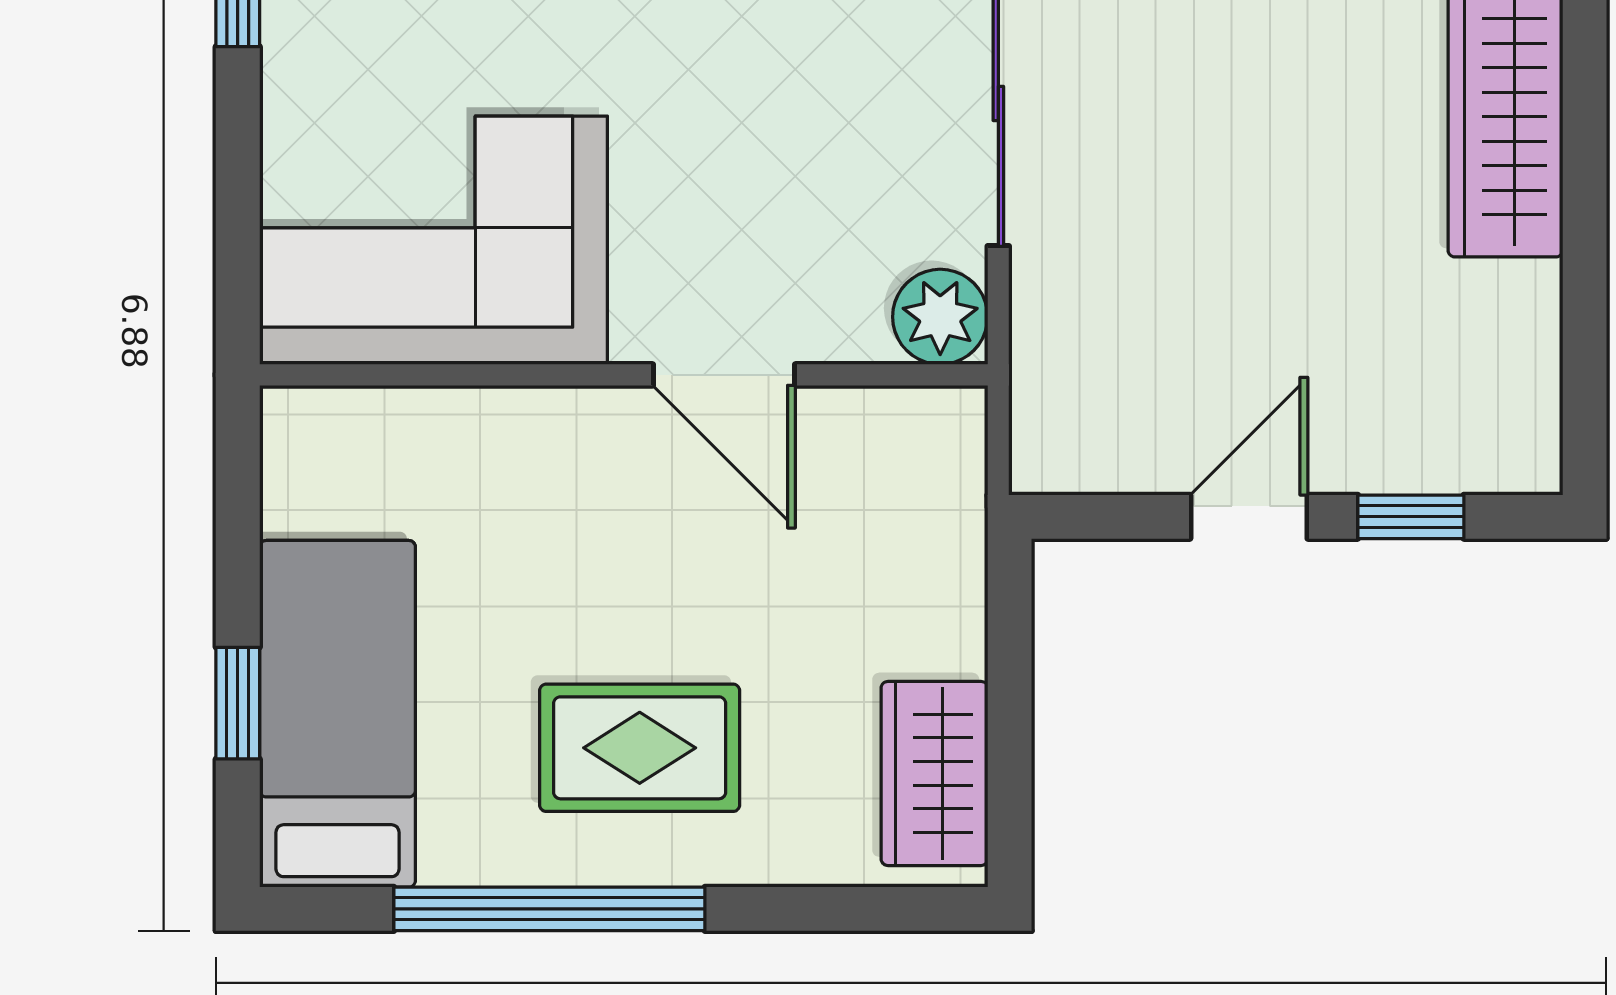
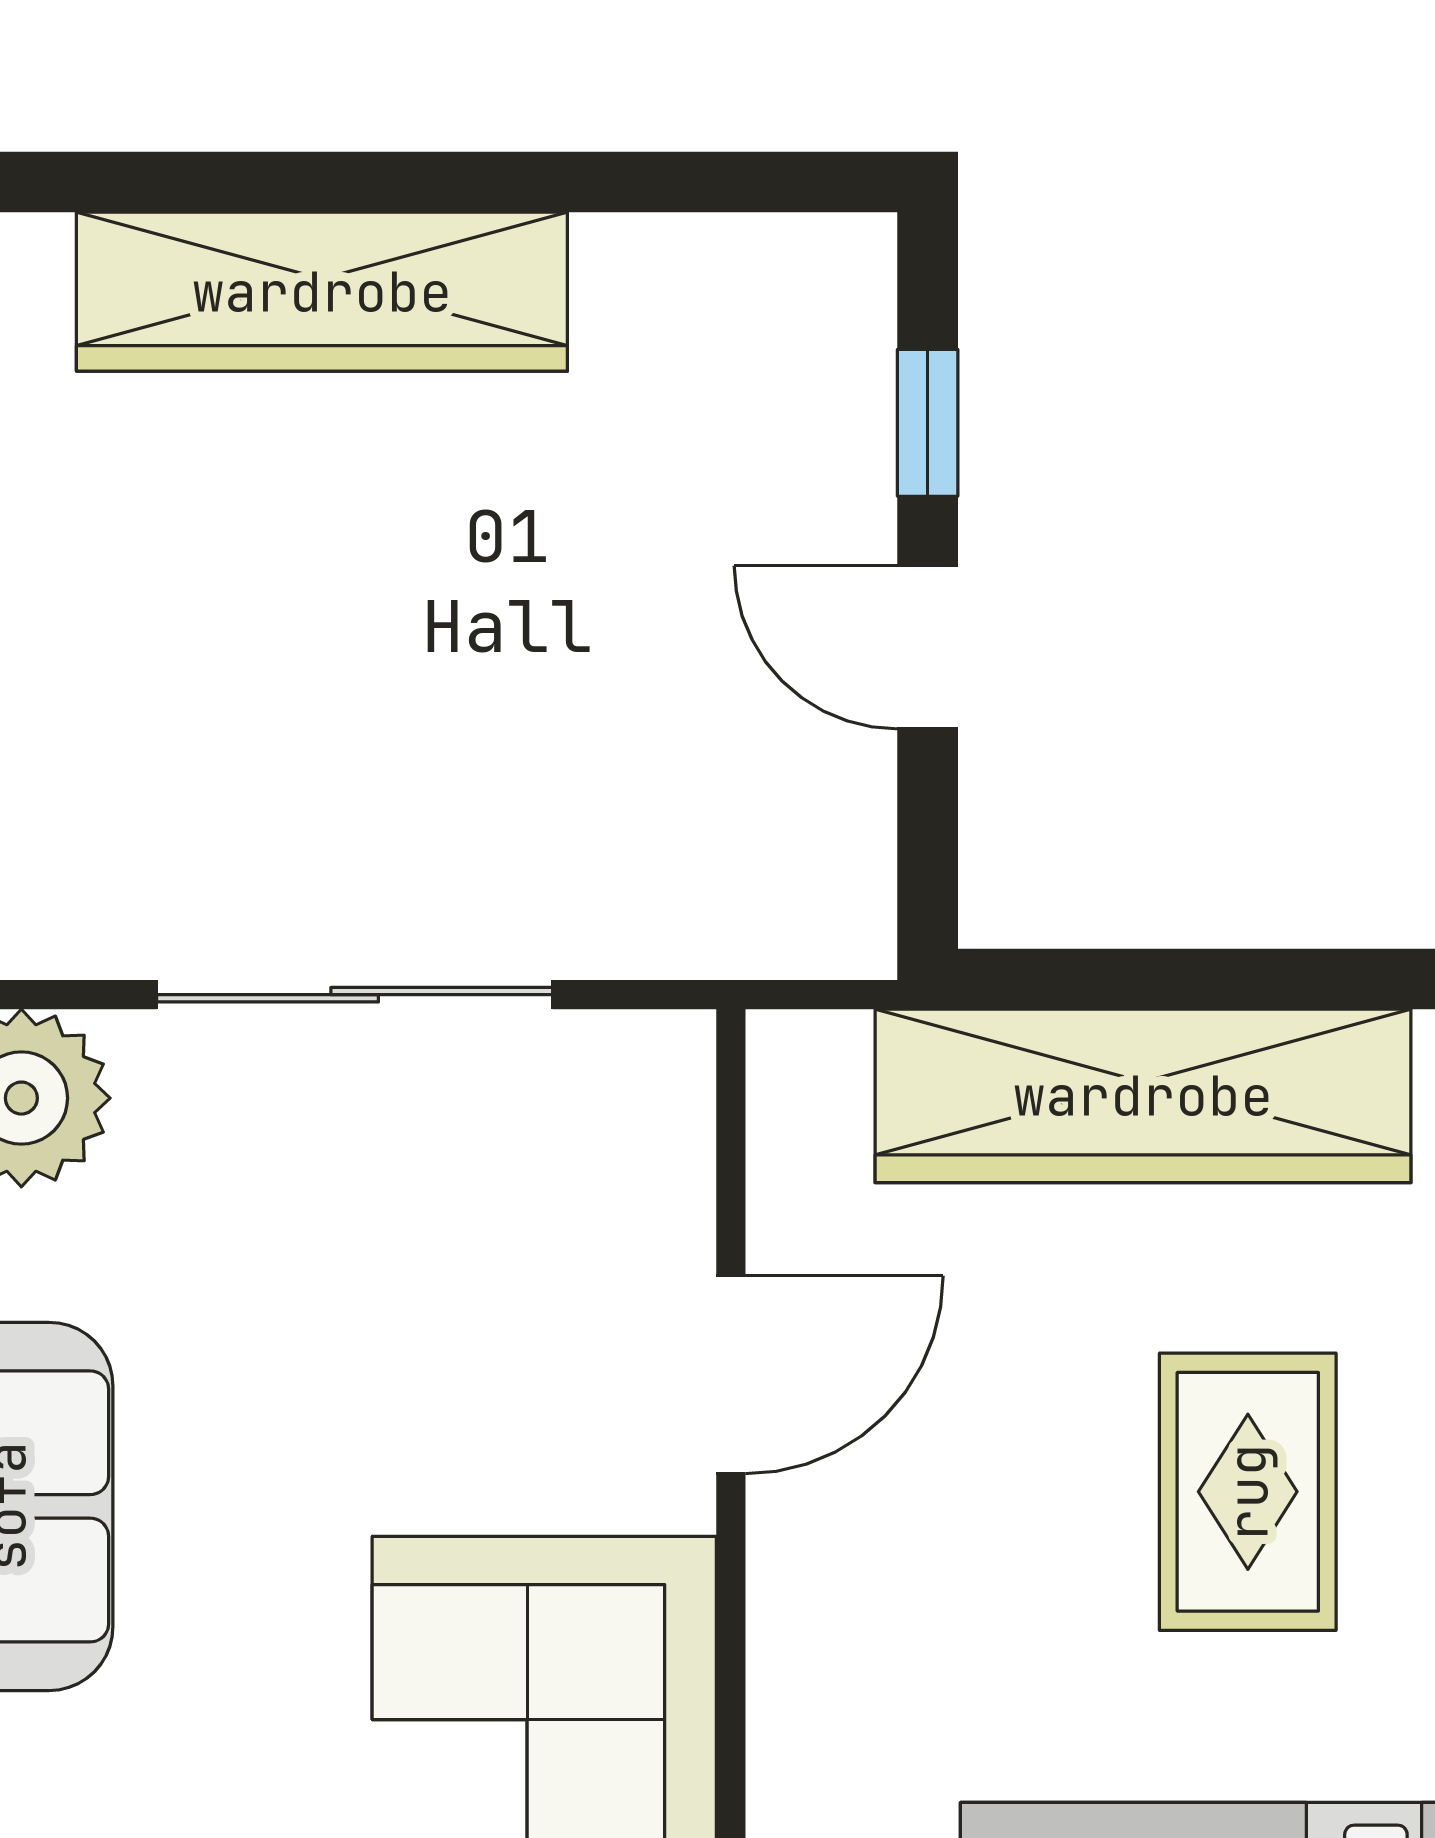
plant: (940, 317) -> (650, 1075), removed
wardrobe: (934, 773) -> (1143, 1096), width x2.10, depth x1.17

